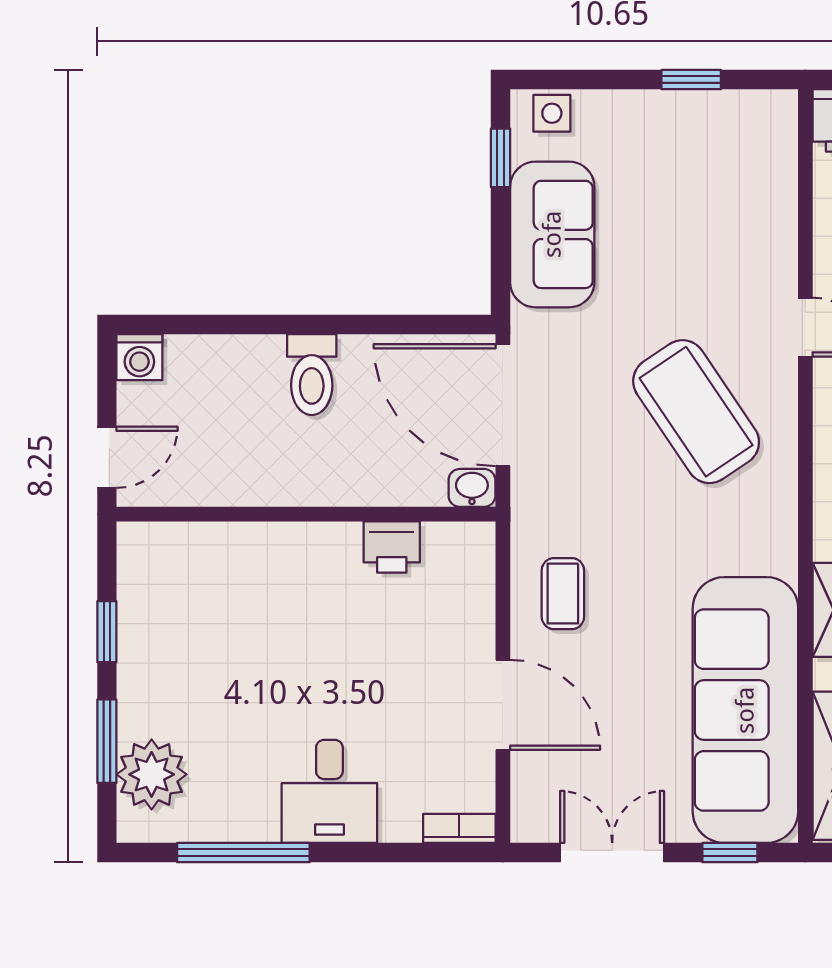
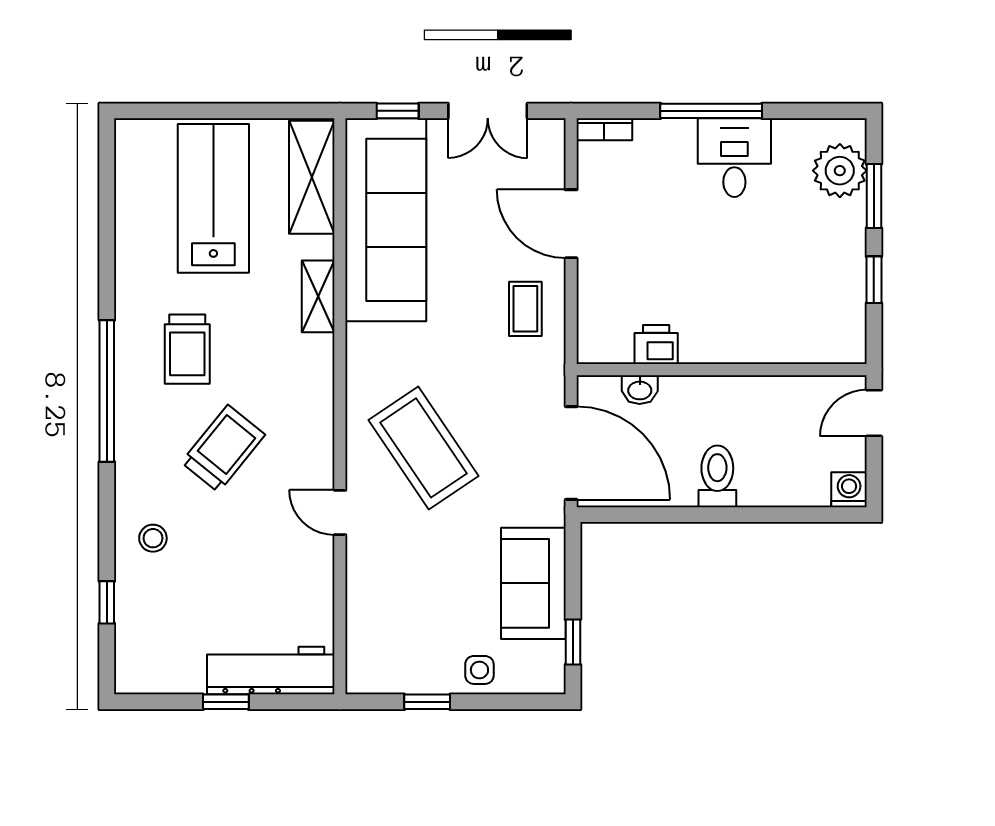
side table: (552, 113) -> (479, 670), moved
washbasin: (472, 488) -> (640, 390), moved
desk: (329, 791) -> (734, 158), moved
window: (243, 853) -> (711, 111), moved

